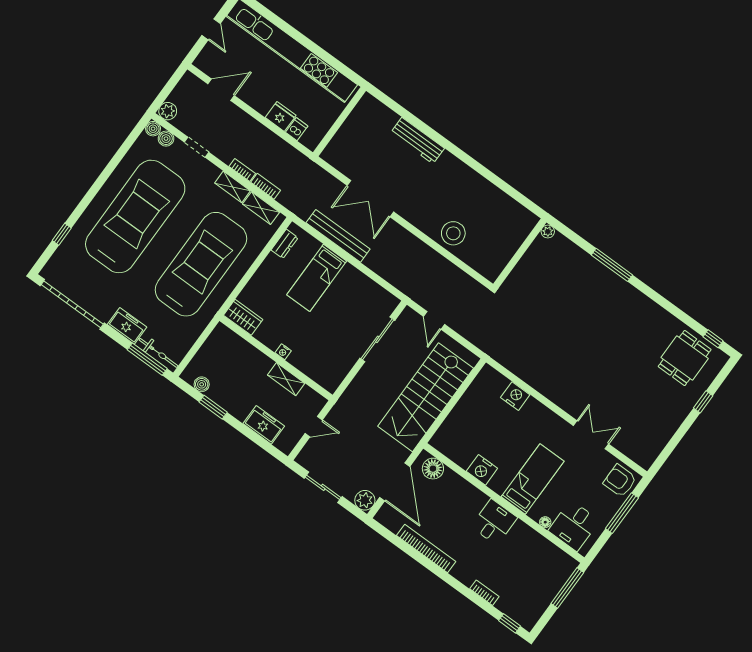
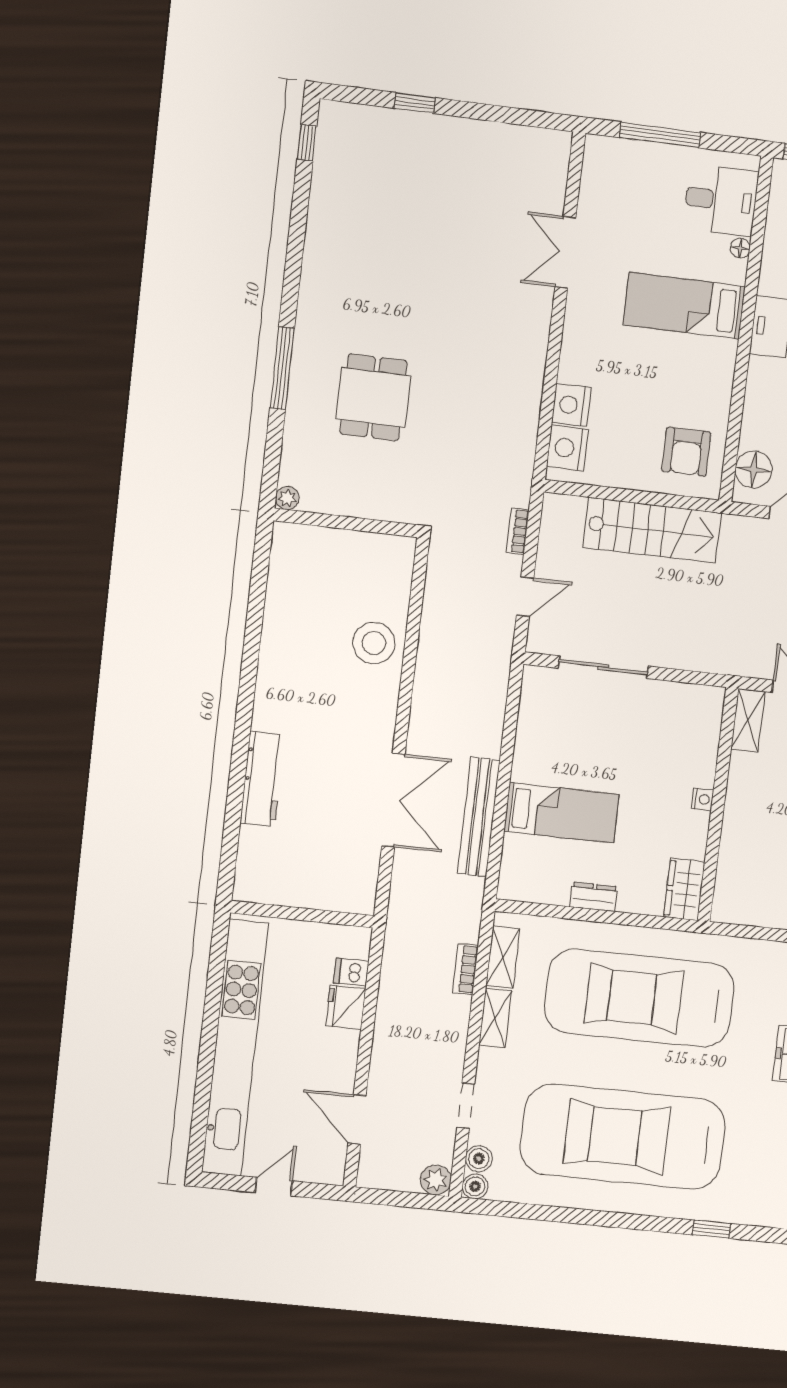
bookcase: (242, 170) -> (518, 531), moved
dresser: (285, 244) -> (594, 897), moved
dining table: (685, 358) -> (373, 397), moved, turned 90
shelving: (286, 379) -> (748, 720), moved
stairs: (426, 397) -> (652, 530), width x0.73, depth x0.66
nightstand: (482, 470) -> (567, 448), moved, turned 180
armchair: (620, 481) -> (686, 452), moved

